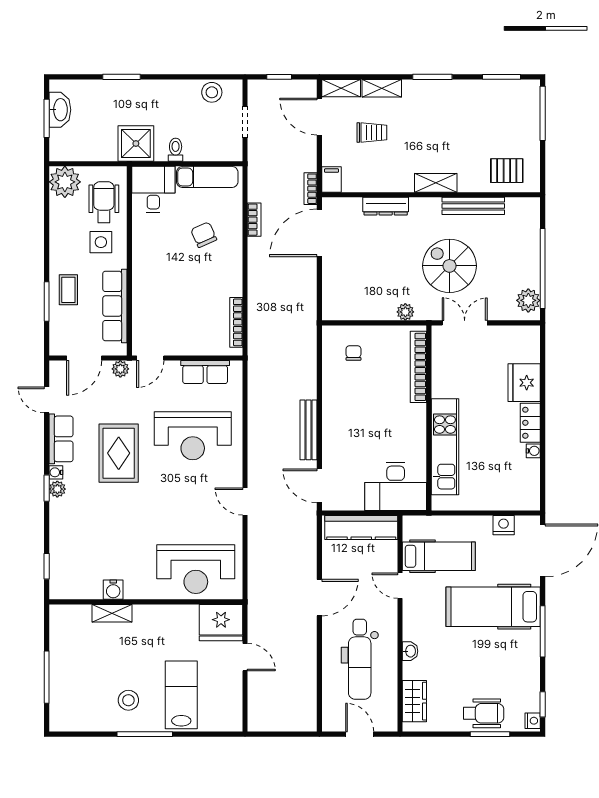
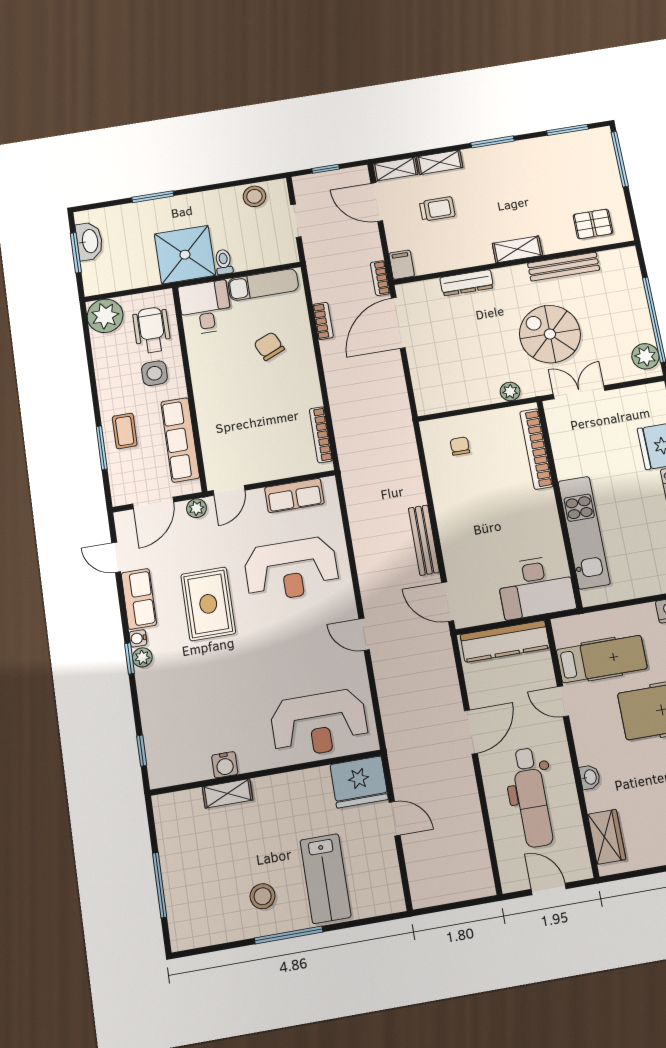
shower: (136, 143) -> (185, 255), width x1.37, depth x1.37
lab bench: (181, 695) -> (325, 878), turned 180

